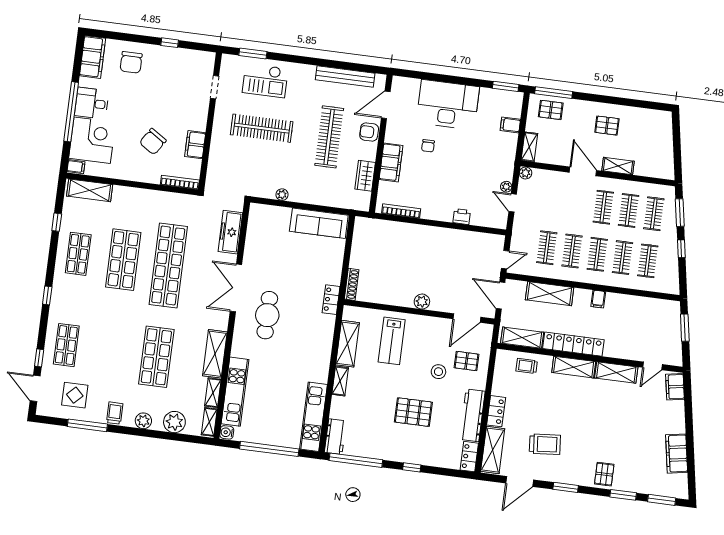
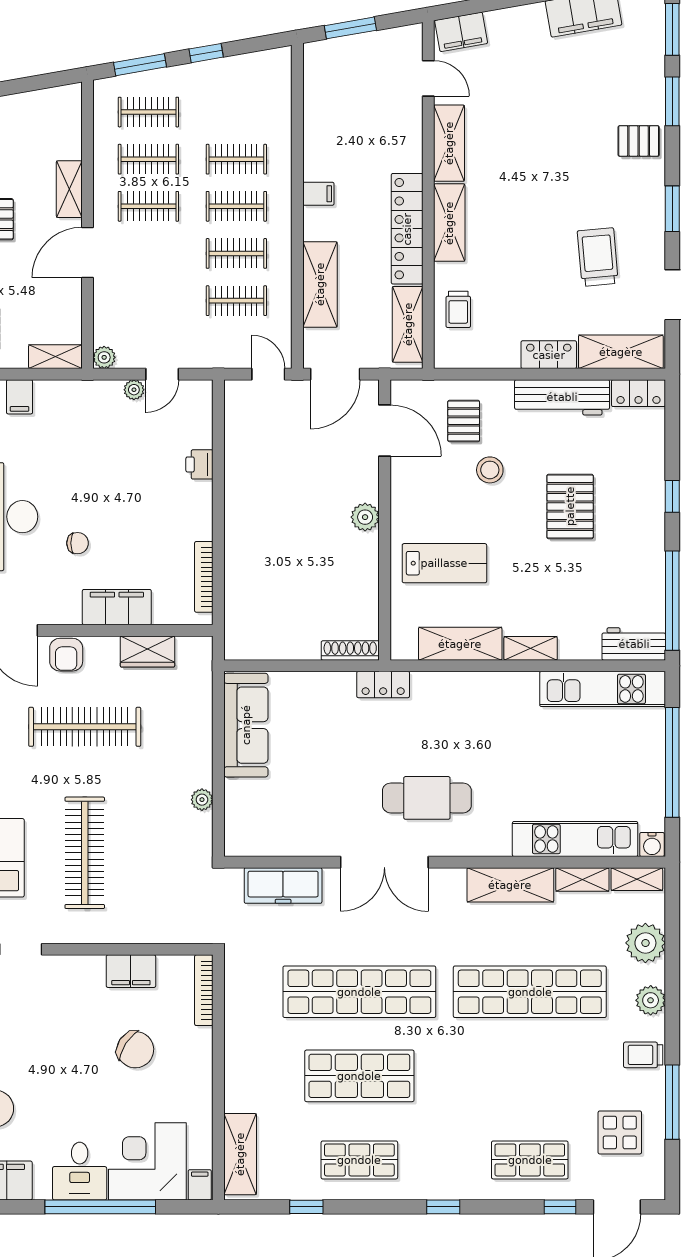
clothes rail: (648, 261) -> (236, 112), removed
shop shelf: (156, 357) -> (530, 992), width x1.40

